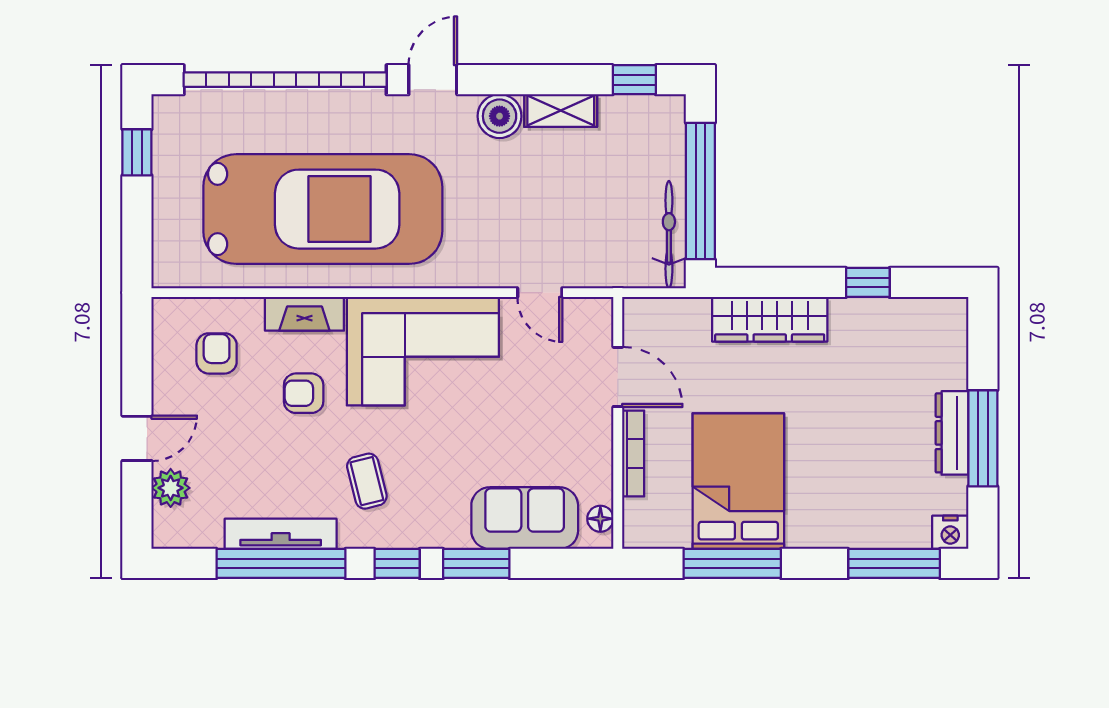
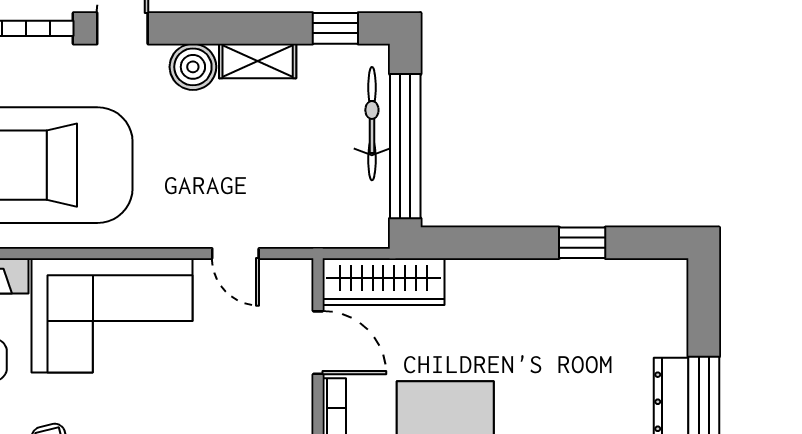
bicycle: (669, 235) -> (372, 124), moved
wardrobe: (770, 319) -> (383, 282), moved

